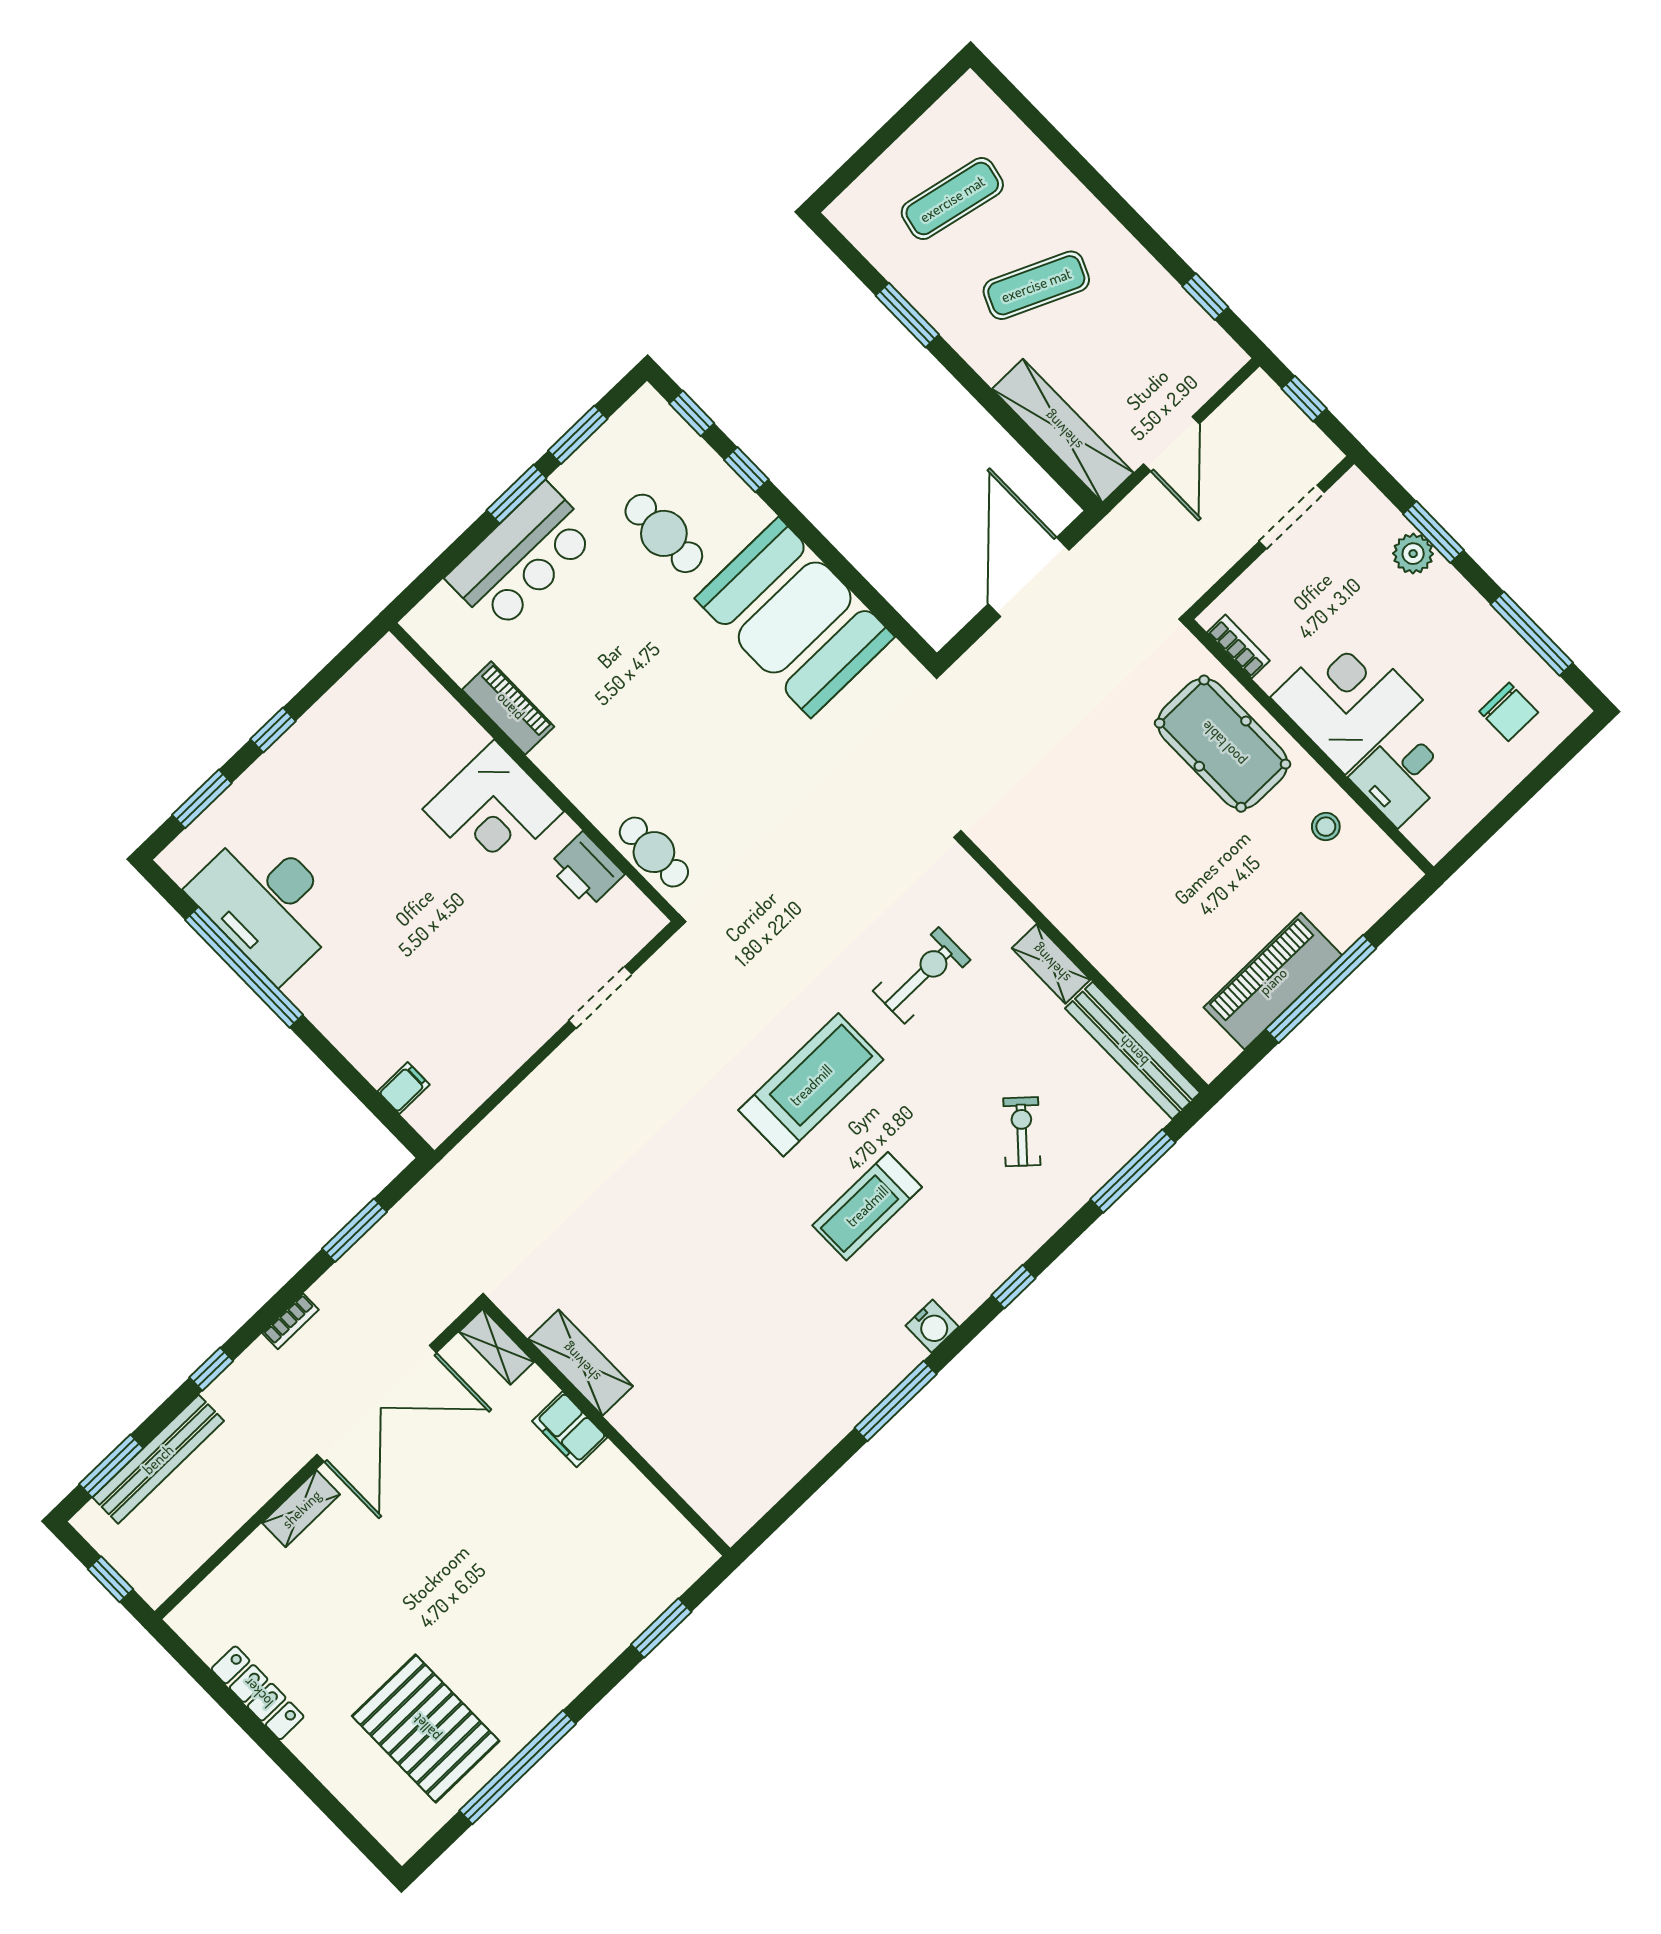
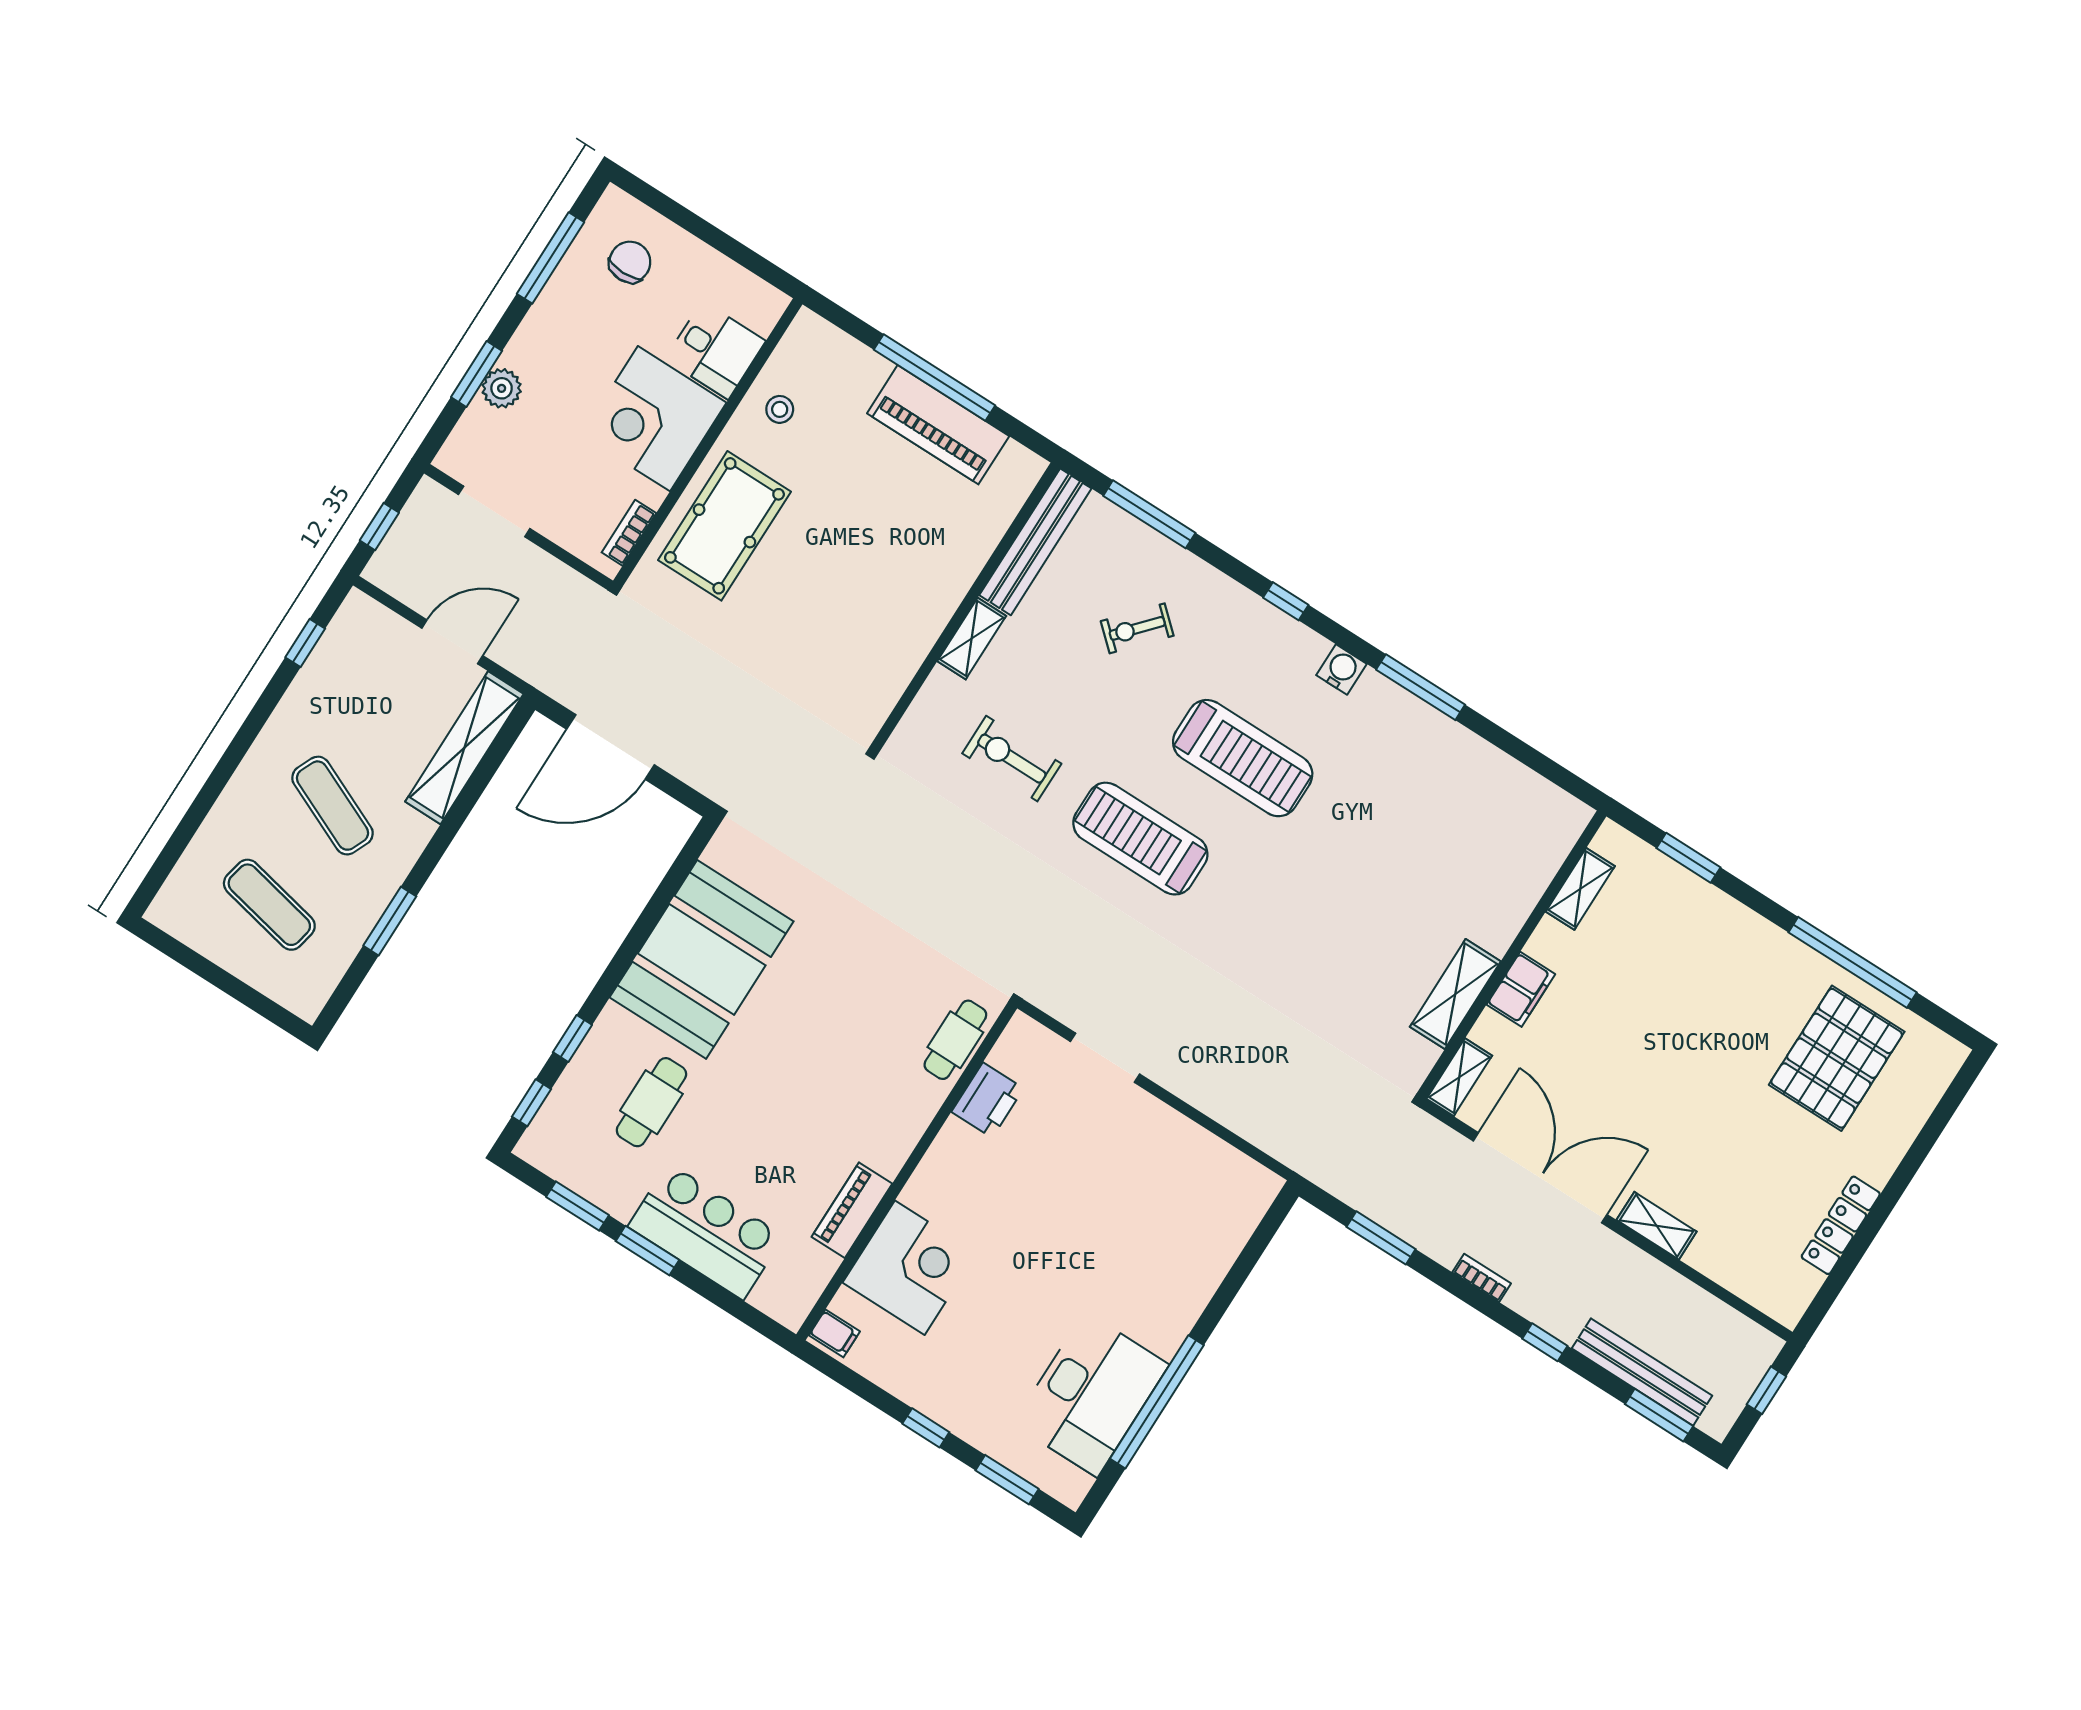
corner desk: (493, 810) -> (910, 1268), moved
filing cabinet: (404, 1088) -> (834, 1333), moved, turned 180
treadmill: (867, 1206) -> (1243, 758), width x1.37, depth x1.38
shelving: (656, 1513) -> (1580, 889), added

